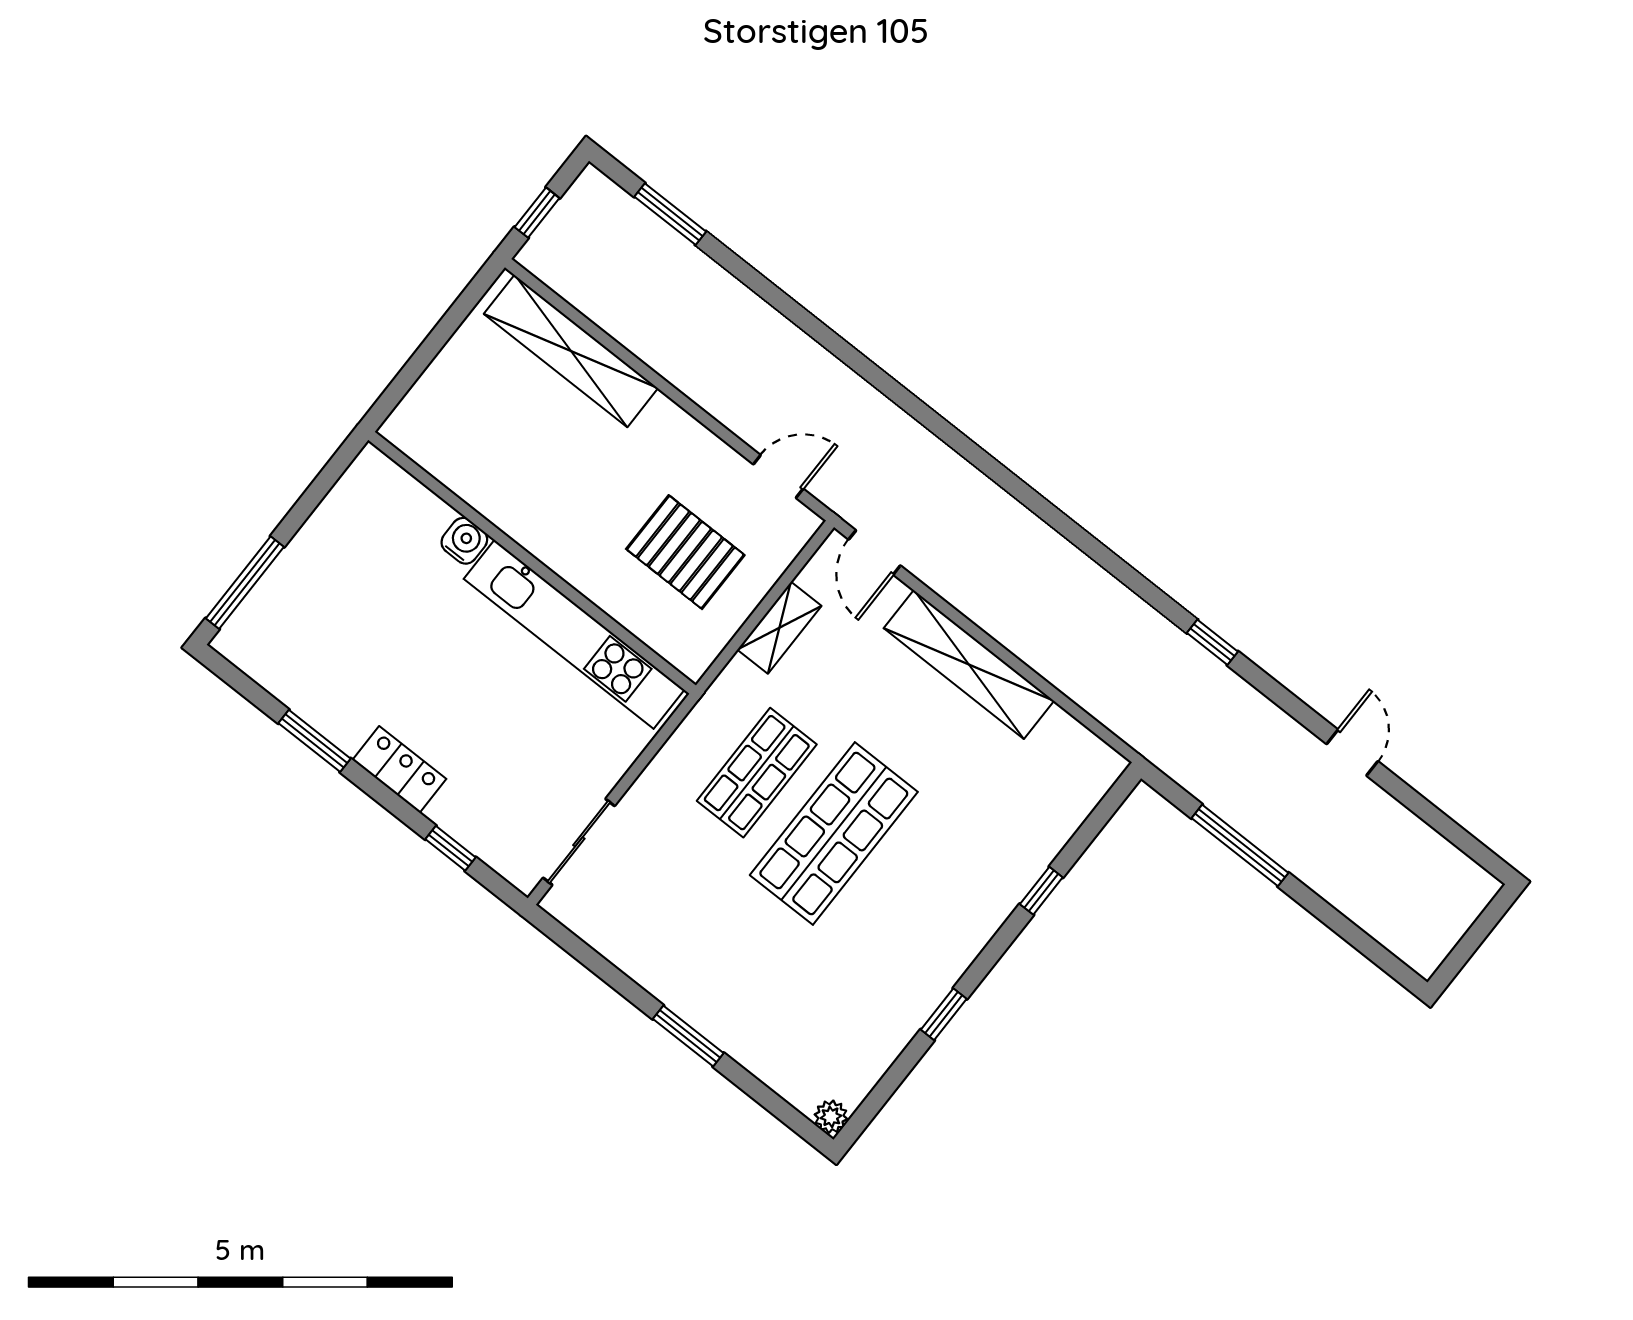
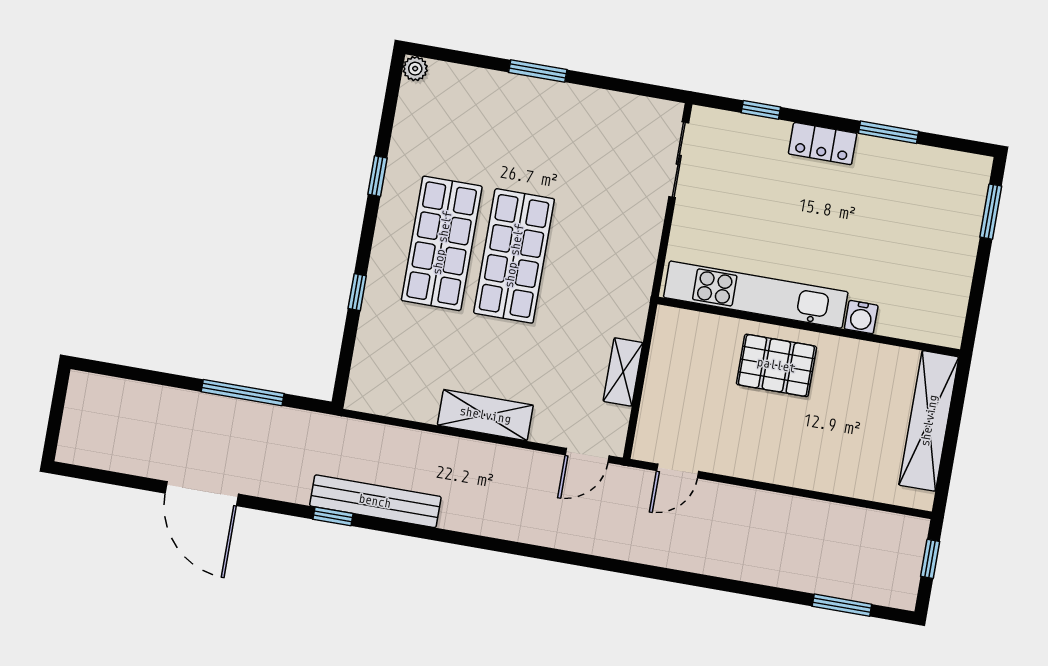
shelving: (571, 351) -> (929, 421), moved, turned 90
pallet: (685, 552) -> (776, 365), moved
door: (875, 553) -> (587, 455), swing flipped
window: (245, 583) -> (991, 212), width x0.69
bench: (1153, 633) -> (375, 501), added
shelving: (969, 664) -> (485, 415), width x0.68
door: (1352, 753) -> (202, 494), width x1.87
shop shelf: (757, 773) -> (442, 243), moved, width x1.43, depth x1.36

